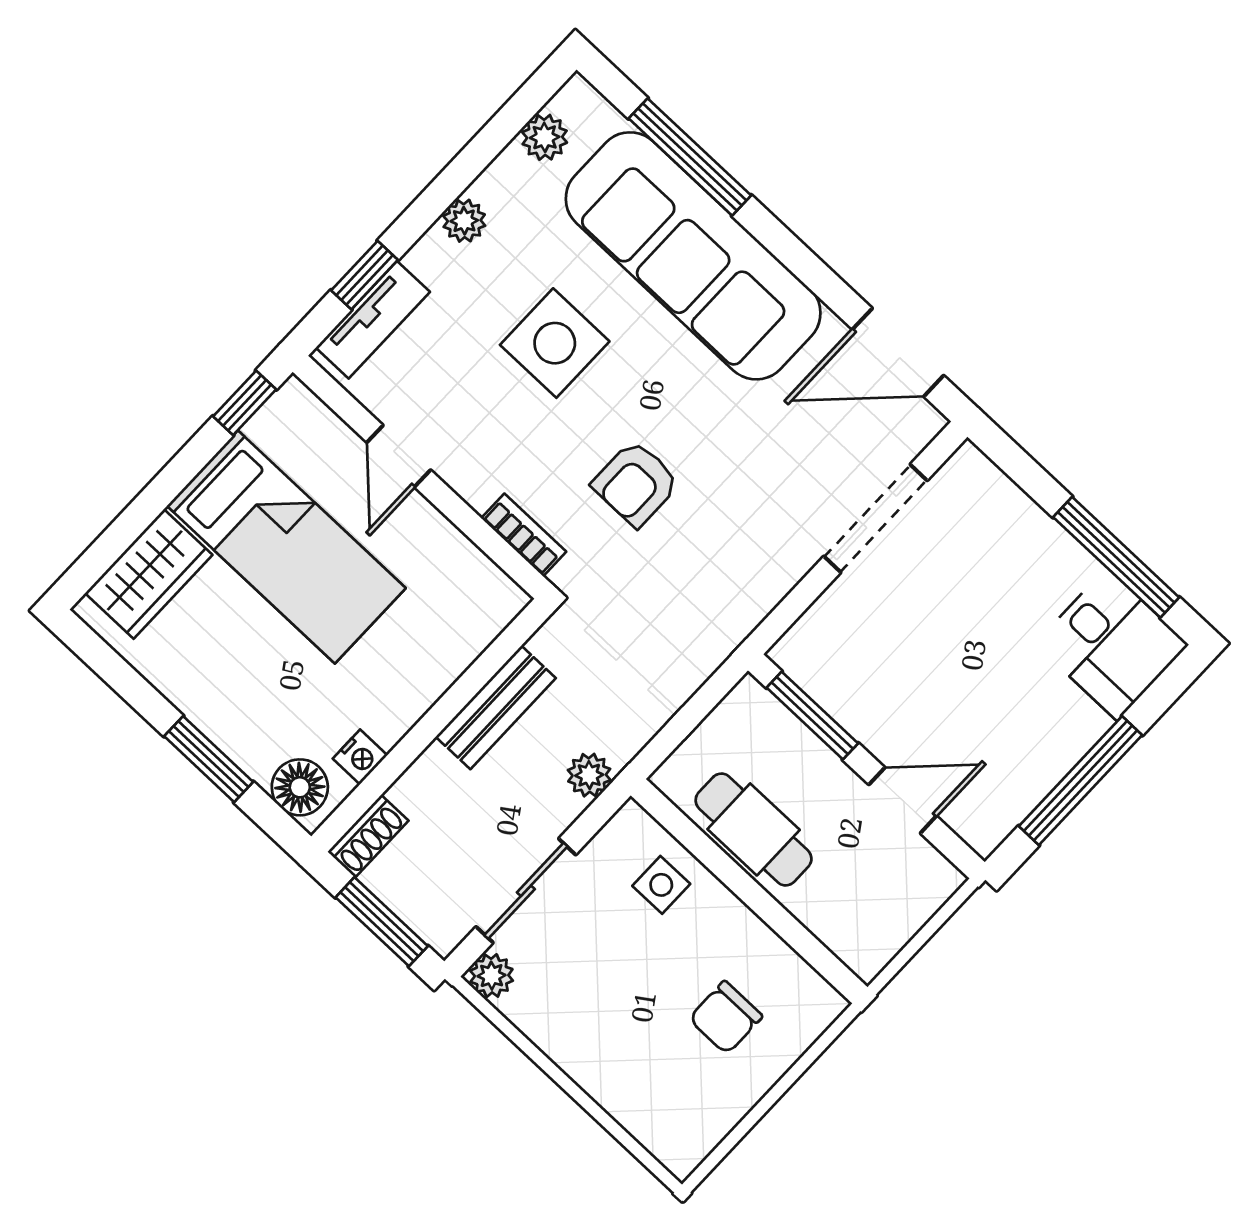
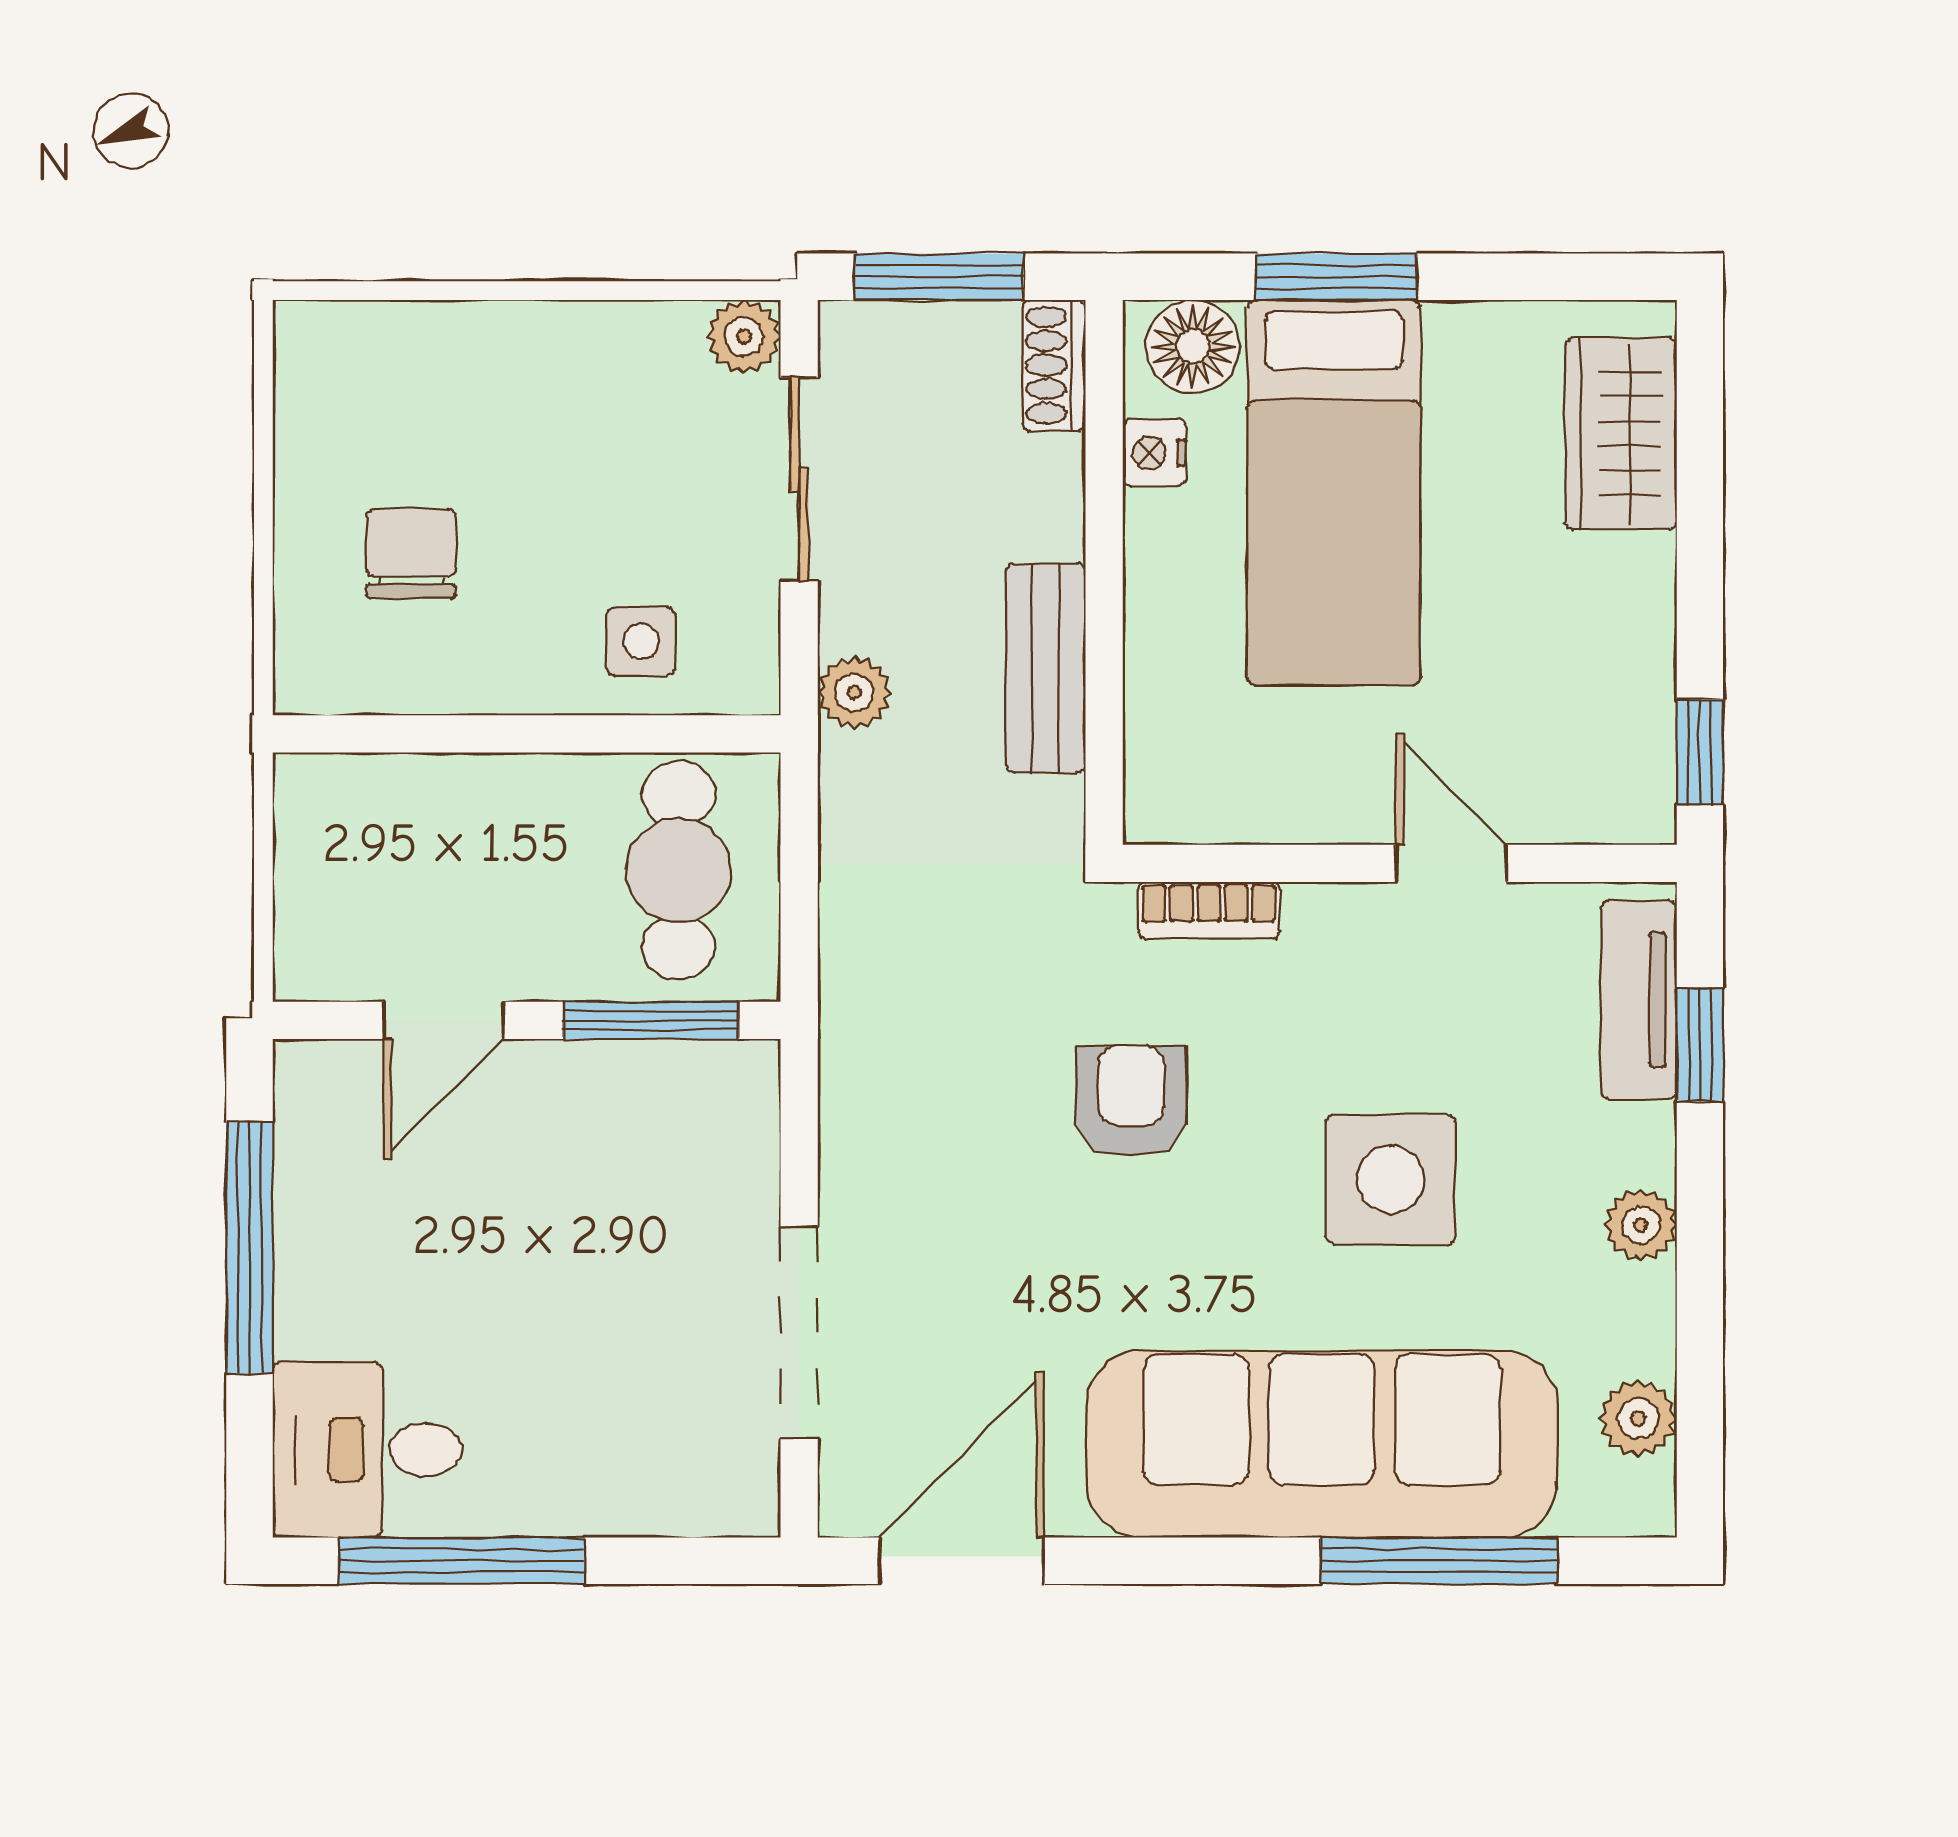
bed: (286, 547) -> (1334, 492), moved, turned -90
cafe table: (754, 829) -> (678, 870), moved, turned 90

